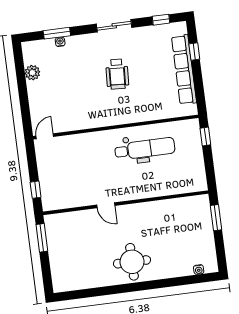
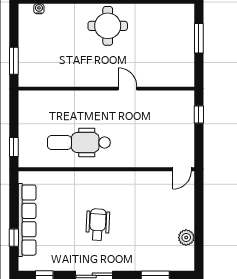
water cooler: (60, 42) -> (153, 266), removed
window: (42, 238) -> (199, 38), moved

